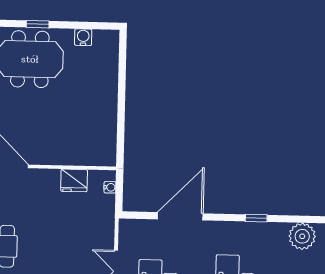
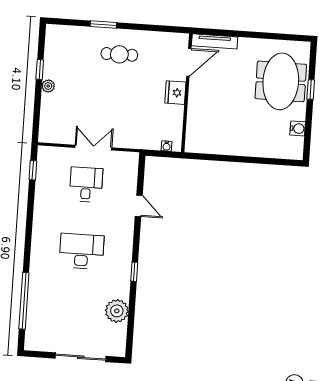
fridge: (74, 180) -> (175, 93), moved
door: (180, 216) -> (139, 206), width x0.53

